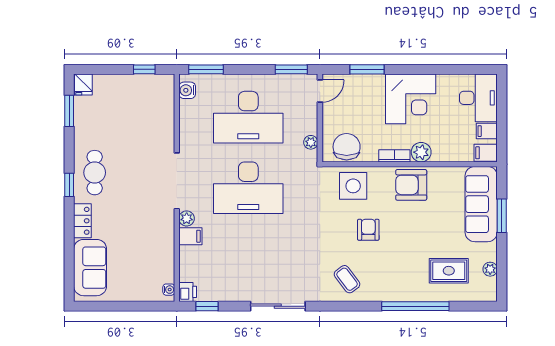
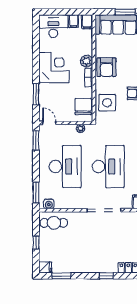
window: (144, 69) -> (36, 243), moved
chair: (347, 147) -> (83, 107), turned 90
cafe table: (95, 173) -> (54, 223), moved
plant: (187, 218) -> (127, 204), removed

